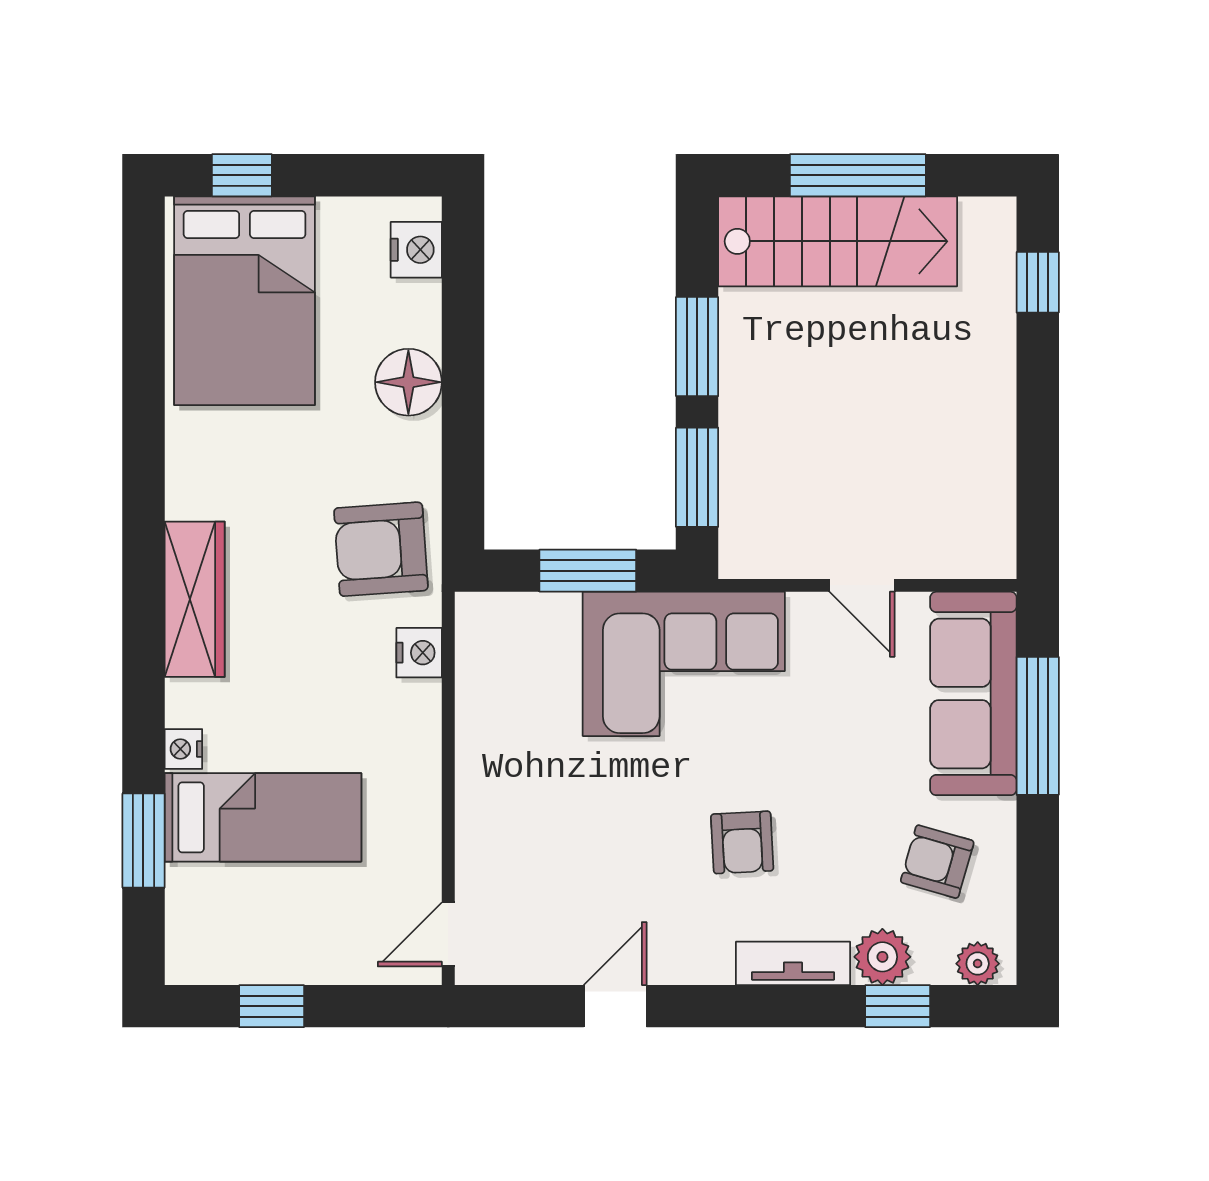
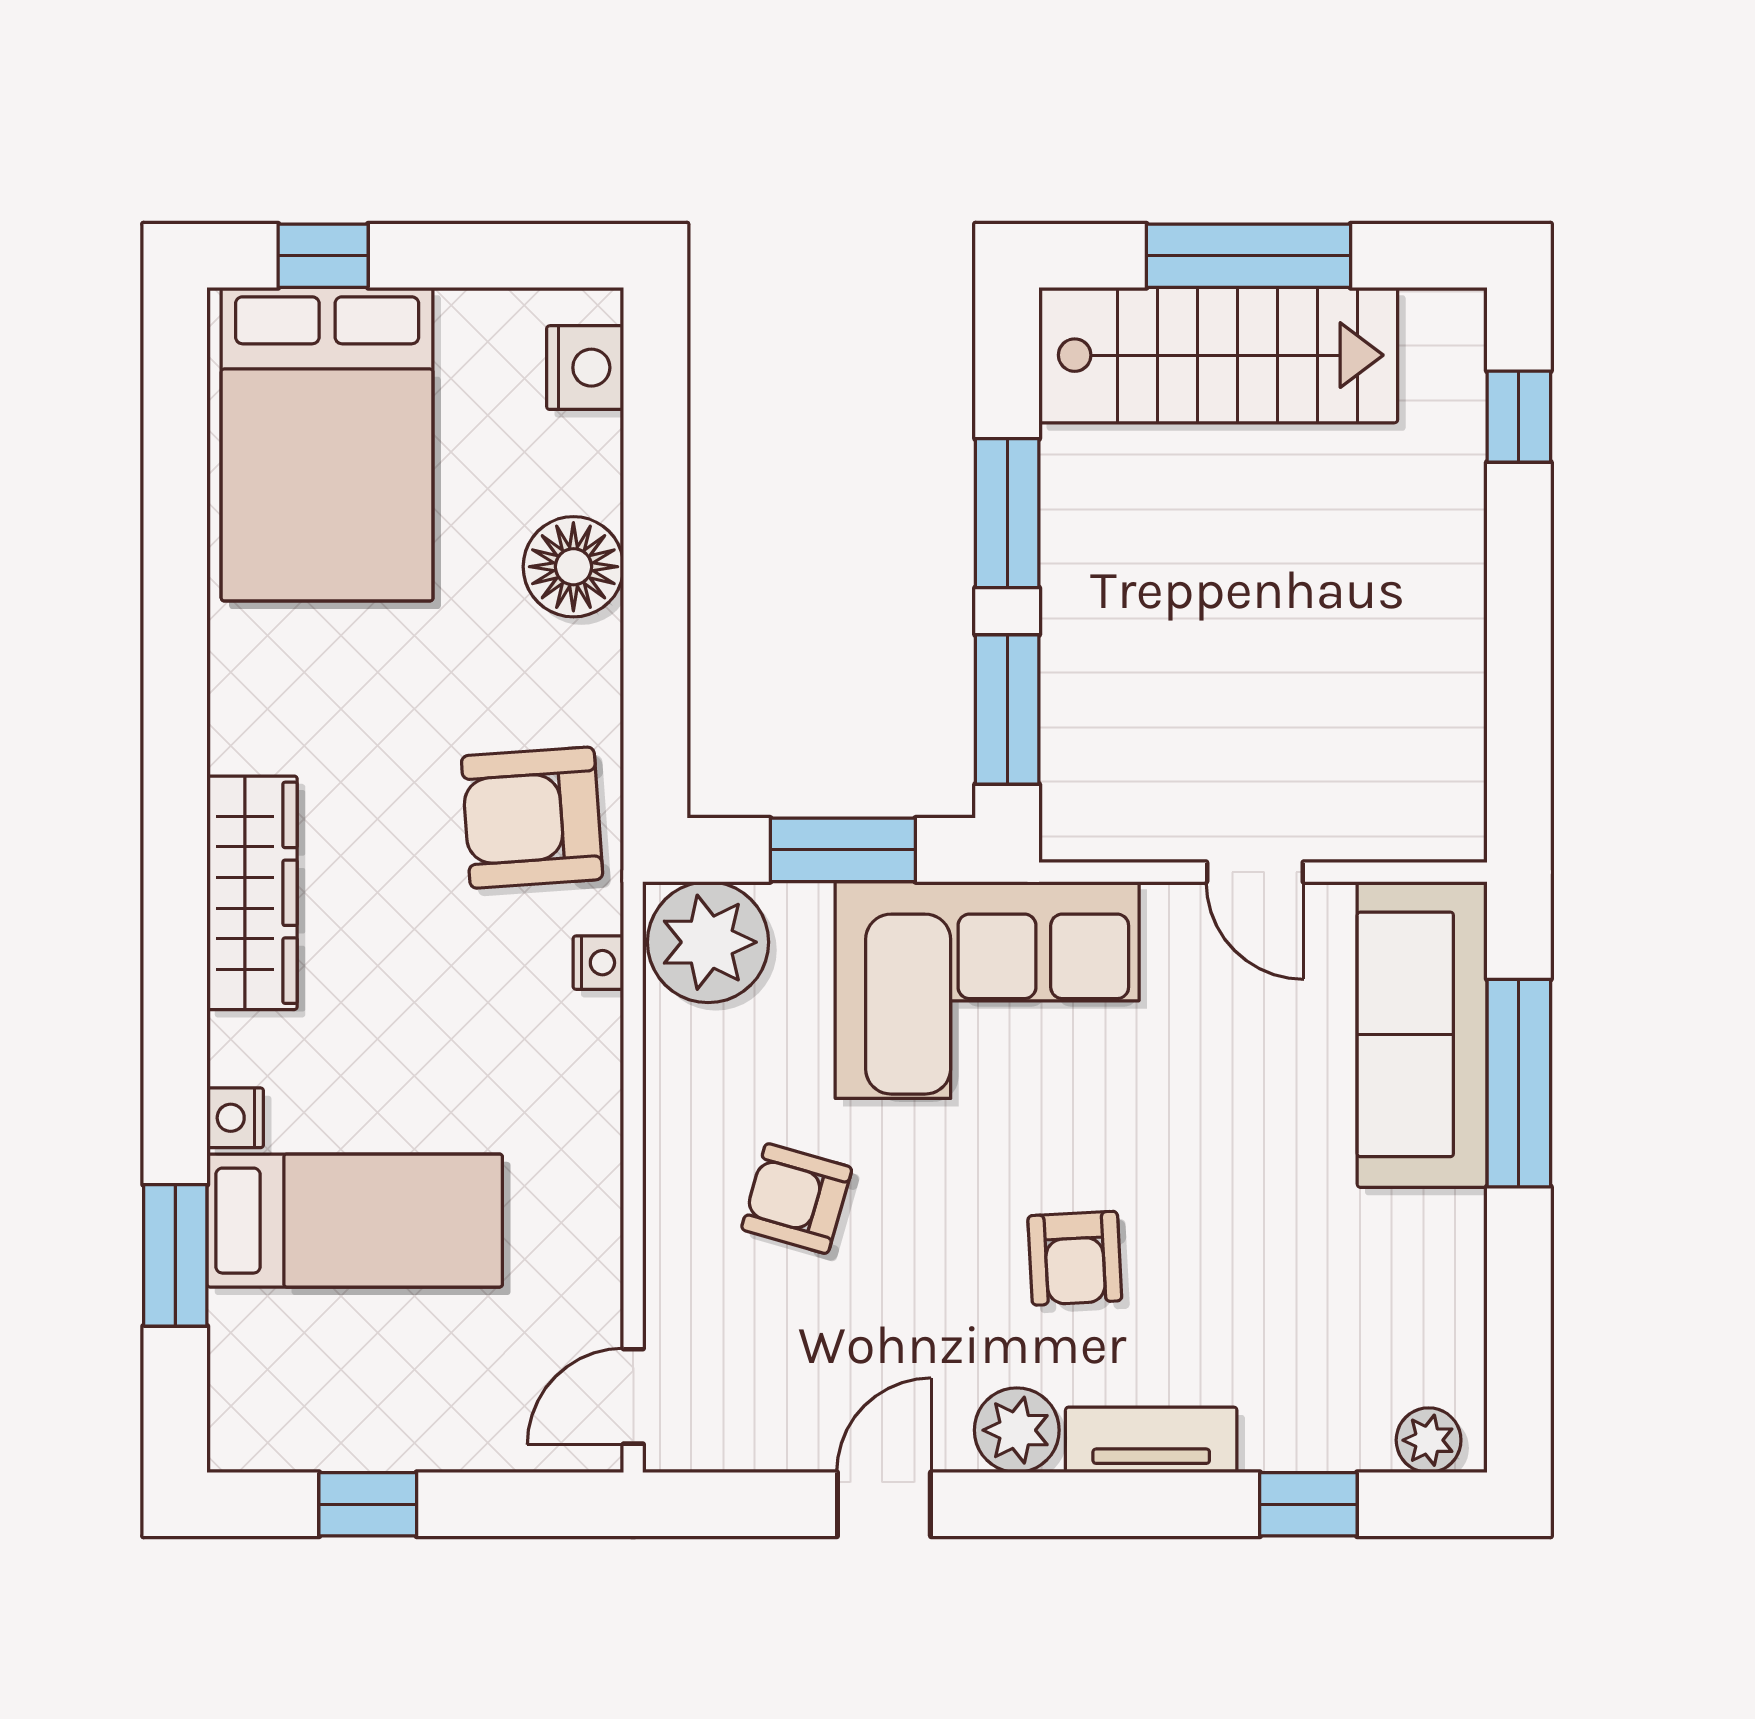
plant: (498, 632) -> (708, 942), added
nightstand: (419, 653) -> (598, 963), width x0.72, depth x0.74
armchair: (937, 862) -> (797, 1199), moved
plant: (882, 957) -> (1017, 1430), moved

